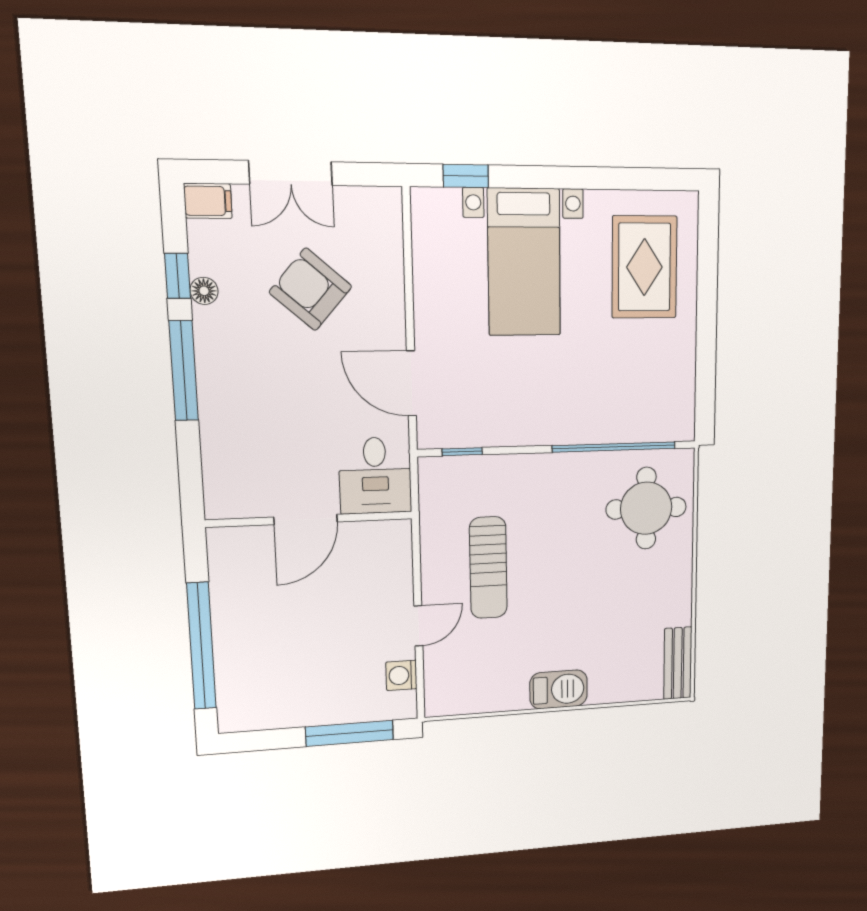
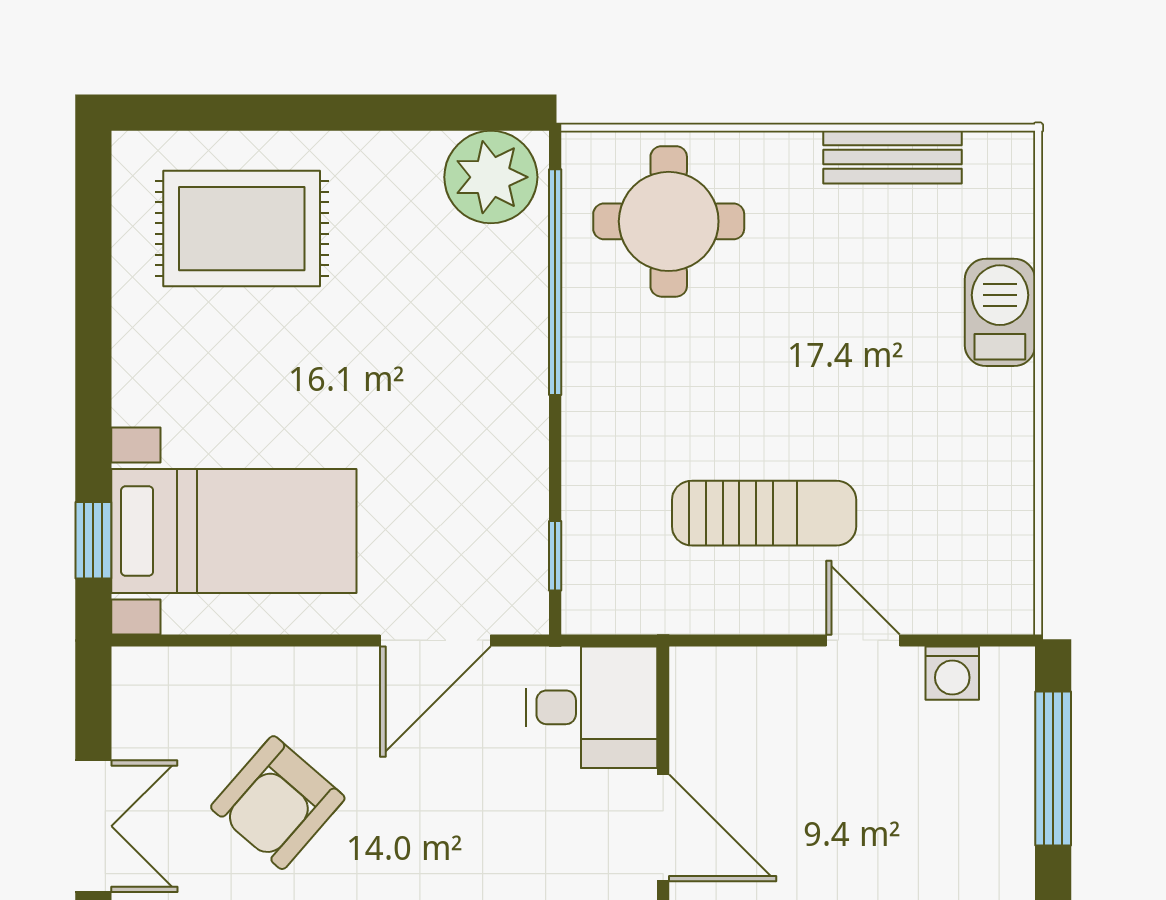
bed with nightstands: (524, 262) -> (234, 531), moved
plant: (671, 409) -> (491, 177), added
bench: (678, 663) -> (892, 157), moved
barbecue: (559, 689) -> (1000, 312), moved

